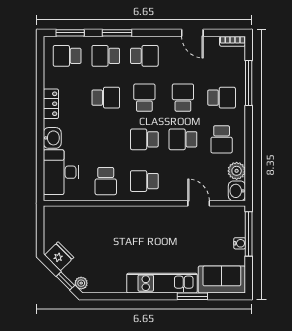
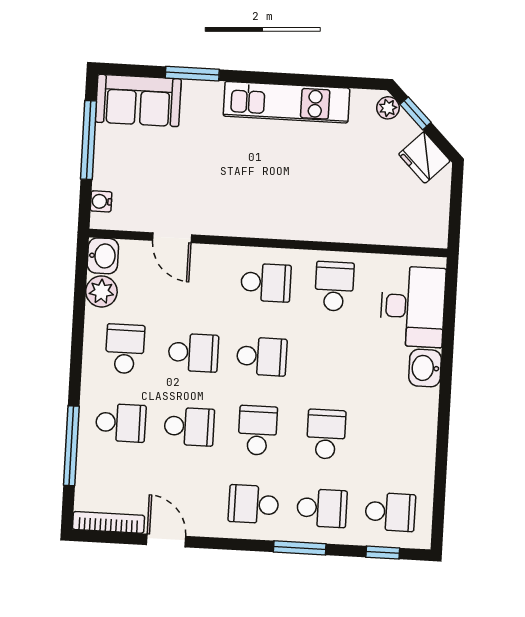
window: (70, 33) -> (383, 553), width x0.67
bookcase: (233, 41) -> (108, 522), width x1.56
school desk: (106, 98) -> (326, 434), turned 90
school desk: (144, 98) -> (258, 430), turned 180
school desk: (183, 98) -> (189, 427), turned -90
school desk: (222, 98) -> (121, 423), turned 180
locker: (51, 104) -> (424, 429), removed
window: (249, 234) -> (89, 140), moved
water cooler: (240, 243) -> (101, 201), moved
kitchen unit: (162, 283) -> (286, 102), moved

